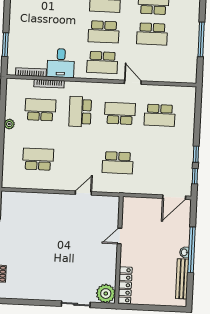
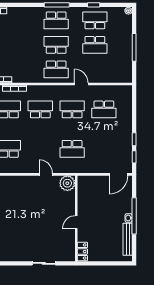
school desk: (104, 32) -> (56, 45), turned 180
desk: (61, 63) -> (23, 71), removed
school desk: (80, 112) -> (40, 109), turned 90
door: (83, 193) -> (46, 174), hinge flipped
door: (120, 236) -> (76, 222), moved
locker: (125, 285) -> (82, 251), width x0.66
plant: (106, 294) -> (67, 183), moved

